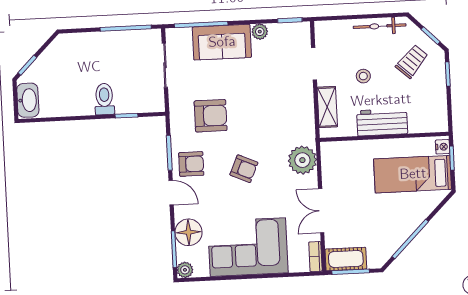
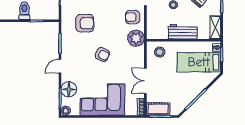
shelving: (327, 107) -> (215, 27), moved
plant: (302, 160) -> (136, 38), moved
stool: (344, 160) -> (160, 52), added
armchair: (191, 164) -> (133, 17), moved, turned 180
door: (171, 193) -> (60, 66), swing flipped

